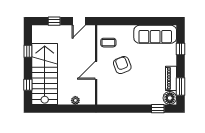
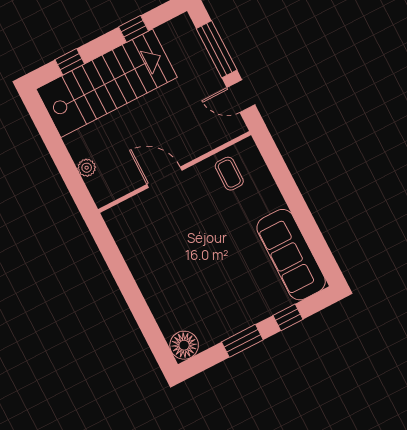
window: (54, 21) -> (217, 49), width x2.17
armchair: (122, 65) -> (200, 222), removed
piano: (171, 78) -> (223, 328), removed
window: (180, 87) -> (242, 341), moved
window: (158, 109) -> (152, 333), removed

